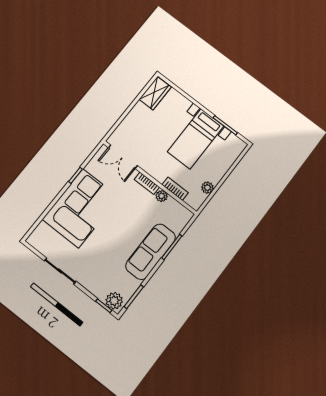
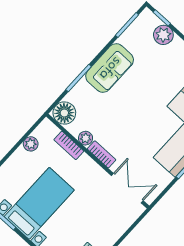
floor lamp: (181, 216) -> (64, 113), added
sofa: (151, 252) -> (110, 68), width x0.73
plant: (114, 301) -> (163, 35), moved

